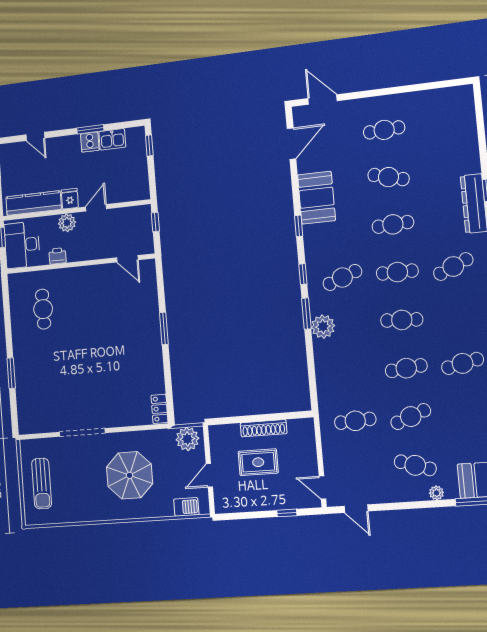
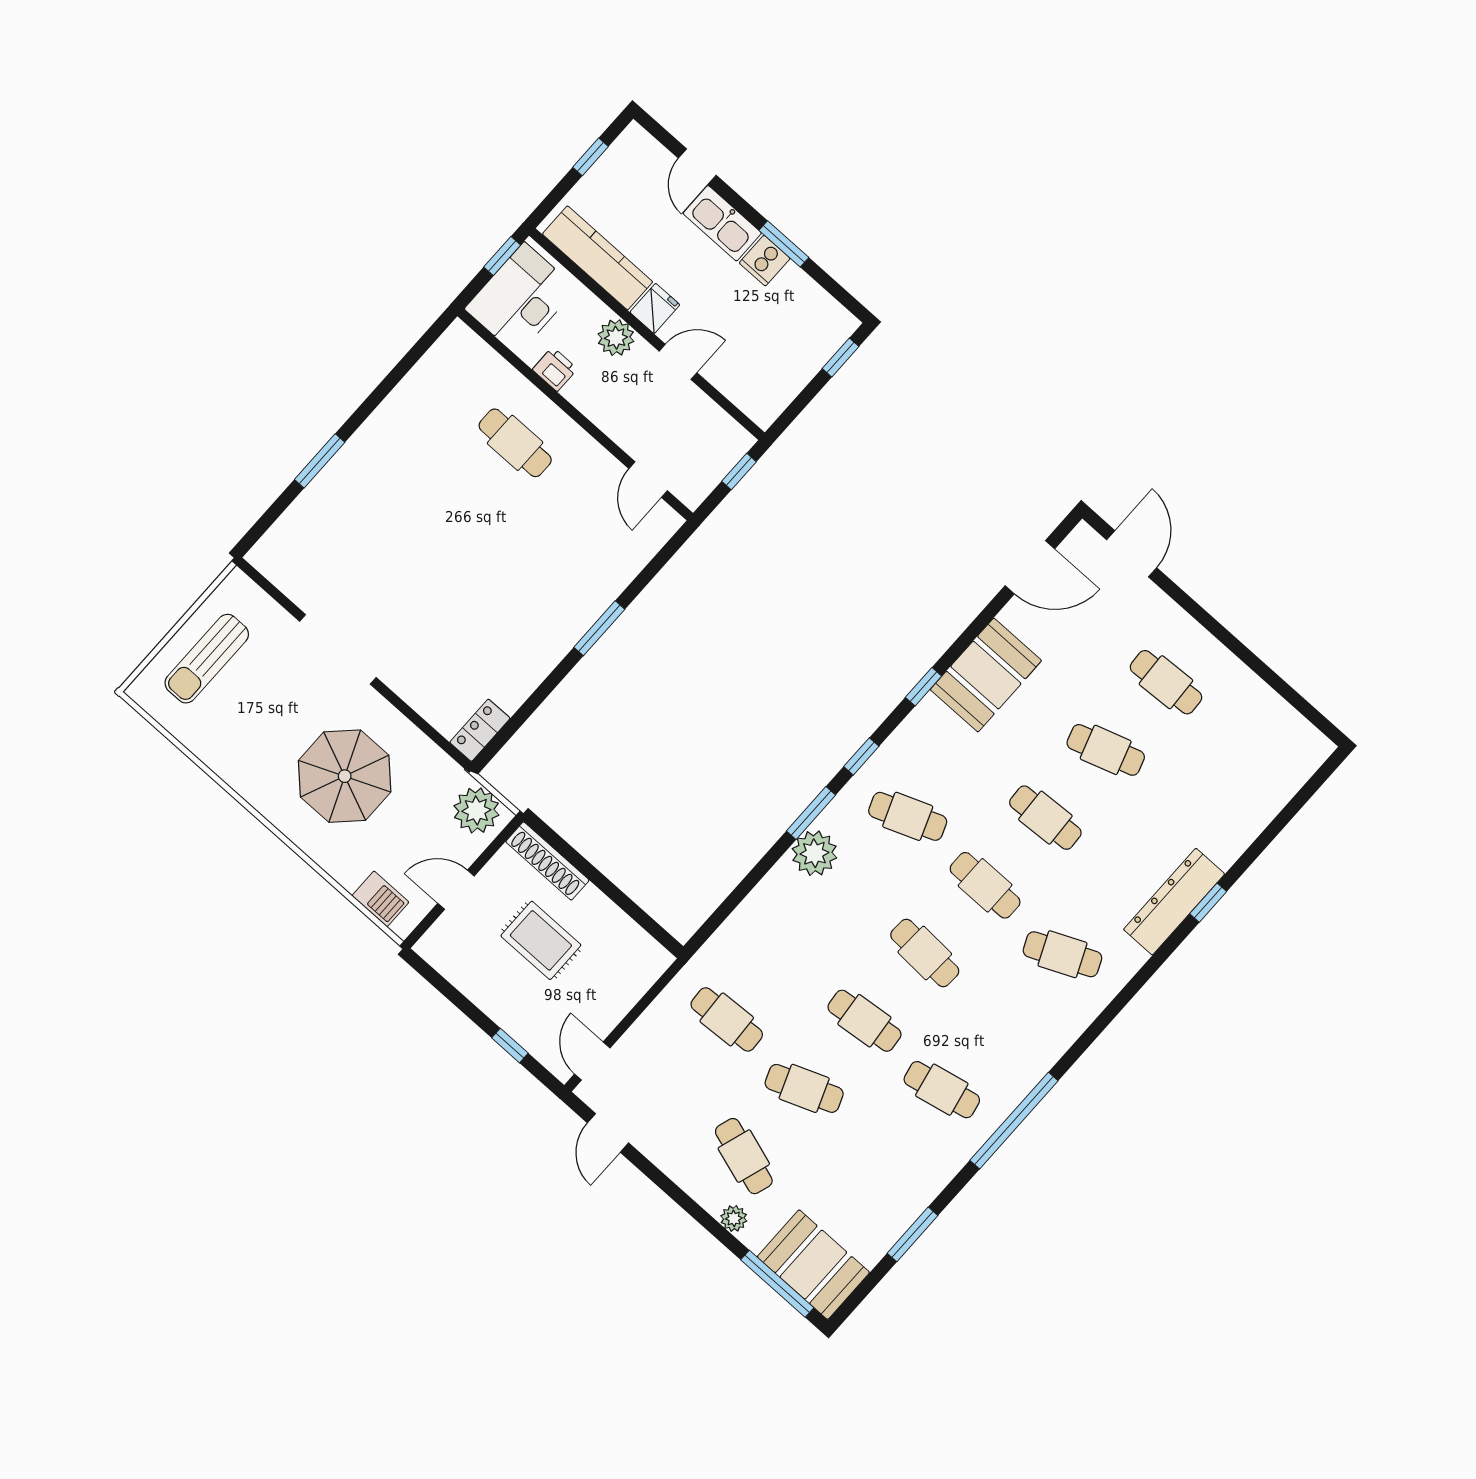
kitchen sink: (112, 139) -> (722, 223), moved, width x1.38
cafe table: (388, 177) -> (1106, 750), turned -33
cafe table: (43, 309) -> (515, 443), moved, turned 90
shoe rack: (264, 428) -> (547, 861), moved

